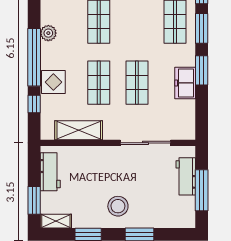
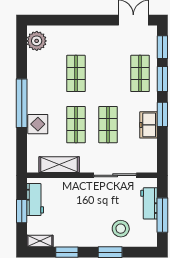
plant: (48, 33) -> (34, 83), removed
window: (34, 104) -> (22, 143), removed
window: (34, 200) -> (22, 211), moved
stool: (118, 206) -> (121, 229), moved

